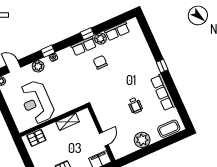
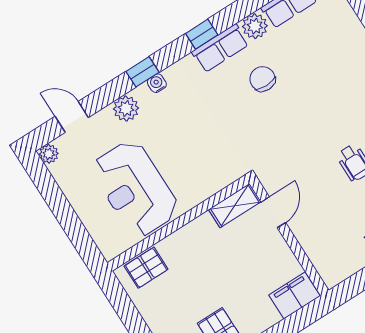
window: (87, 34) -> (202, 34), moved
shelving: (68, 122) -> (235, 206), moved
door: (104, 139) -> (273, 212), moved

